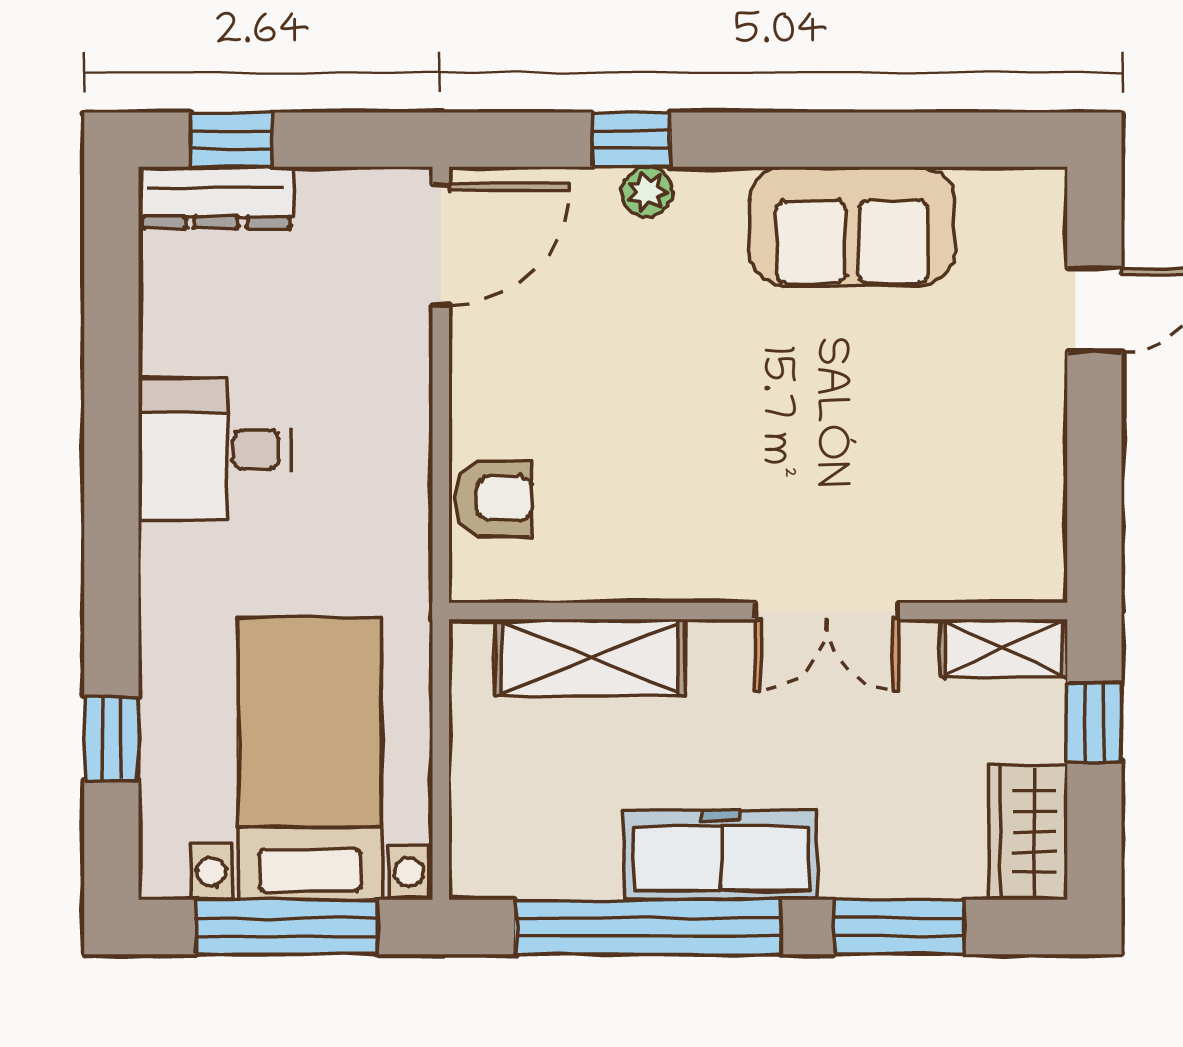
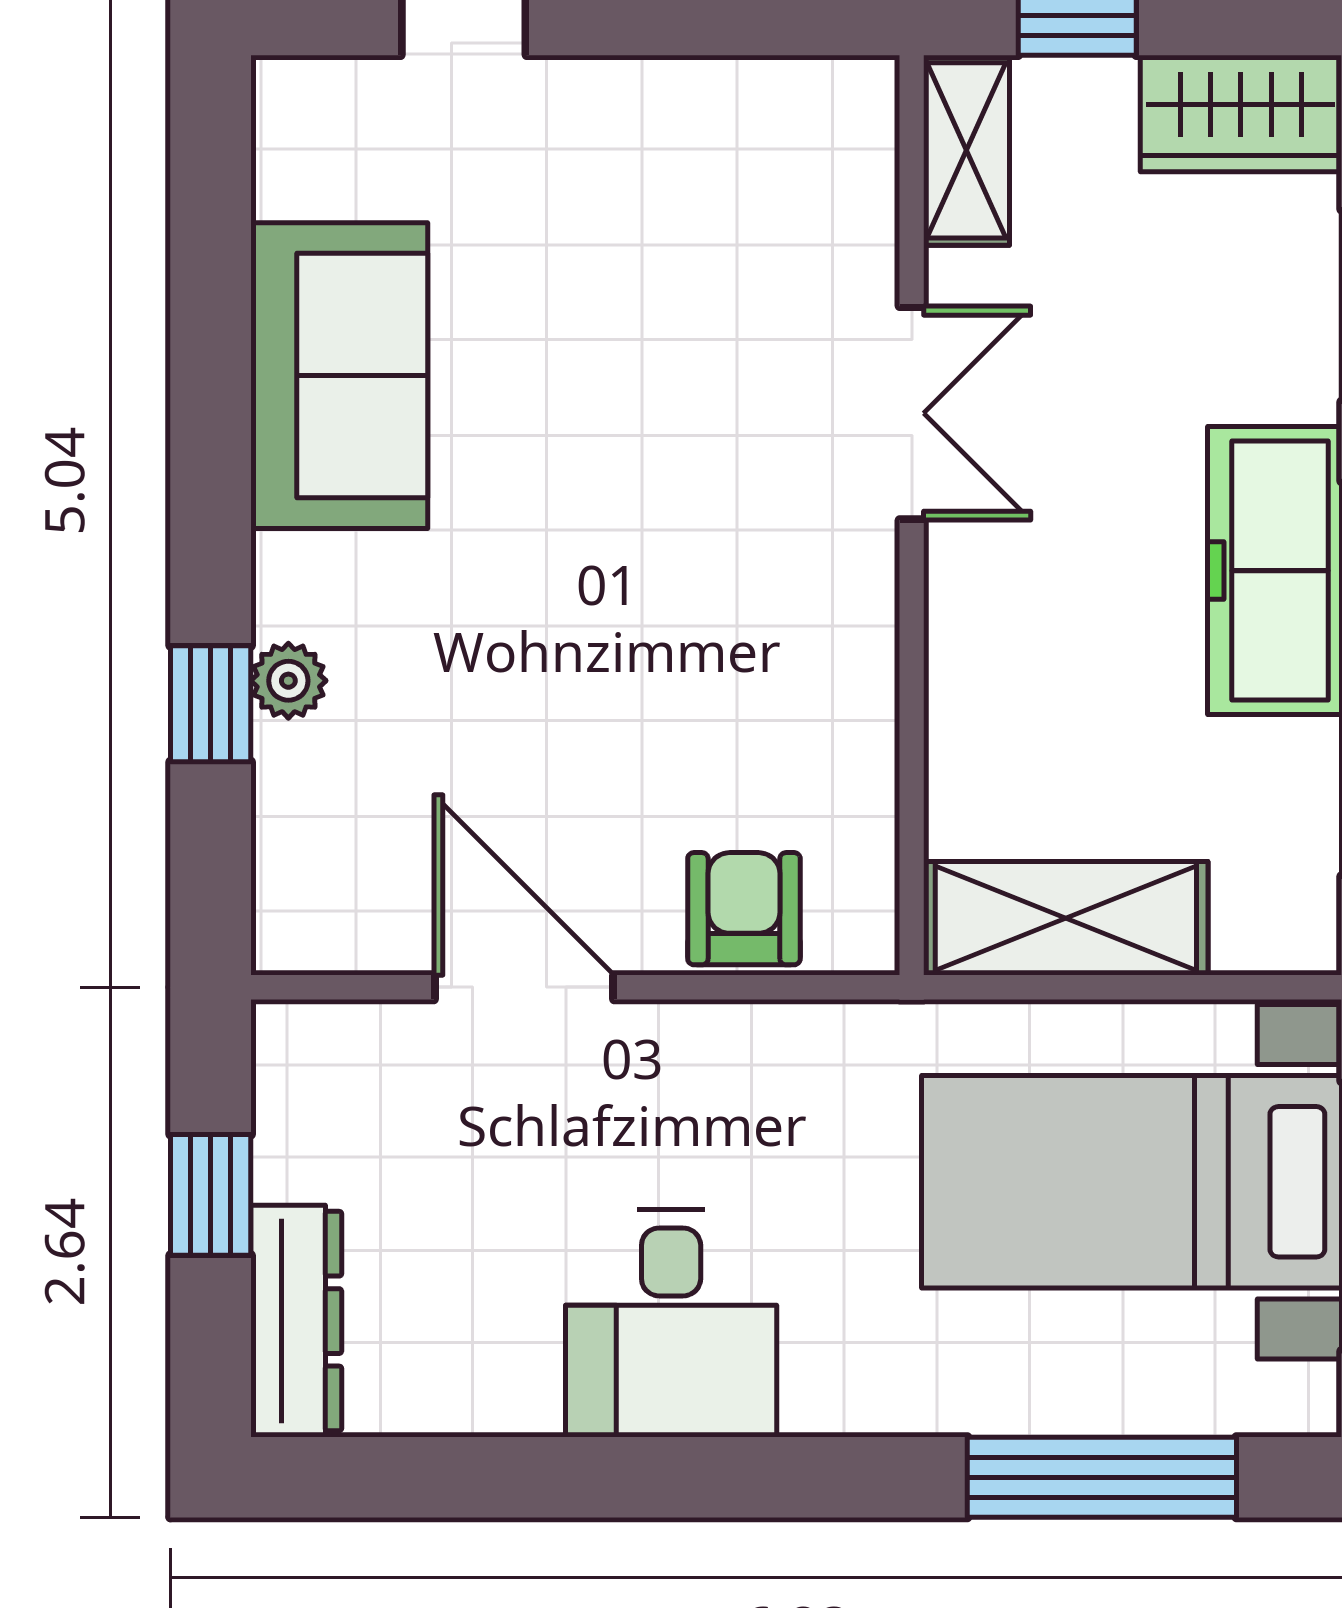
window: (231, 140) -> (211, 1195), moved
door: (441, 245) -> (524, 987), moved
shelving: (590, 657) -> (1066, 918), moved, turned 90
window: (111, 739) -> (1102, 1477), width x2.17

